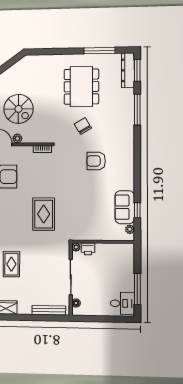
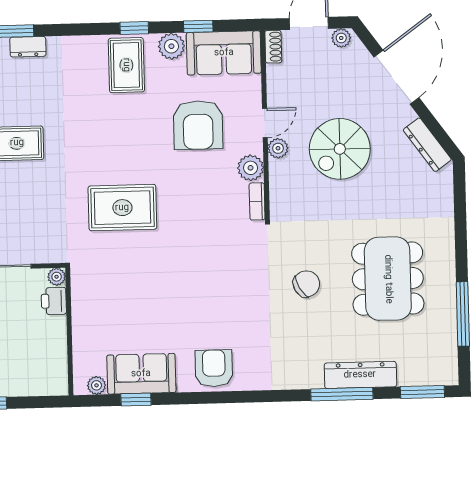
dresser: (18, 67) -> (427, 145), added
dresser: (128, 70) -> (360, 375), moved
dining table: (81, 87) -> (388, 279), turned 90
plant: (26, 152) -> (251, 168), added
armchair: (96, 161) -> (214, 368), moved

